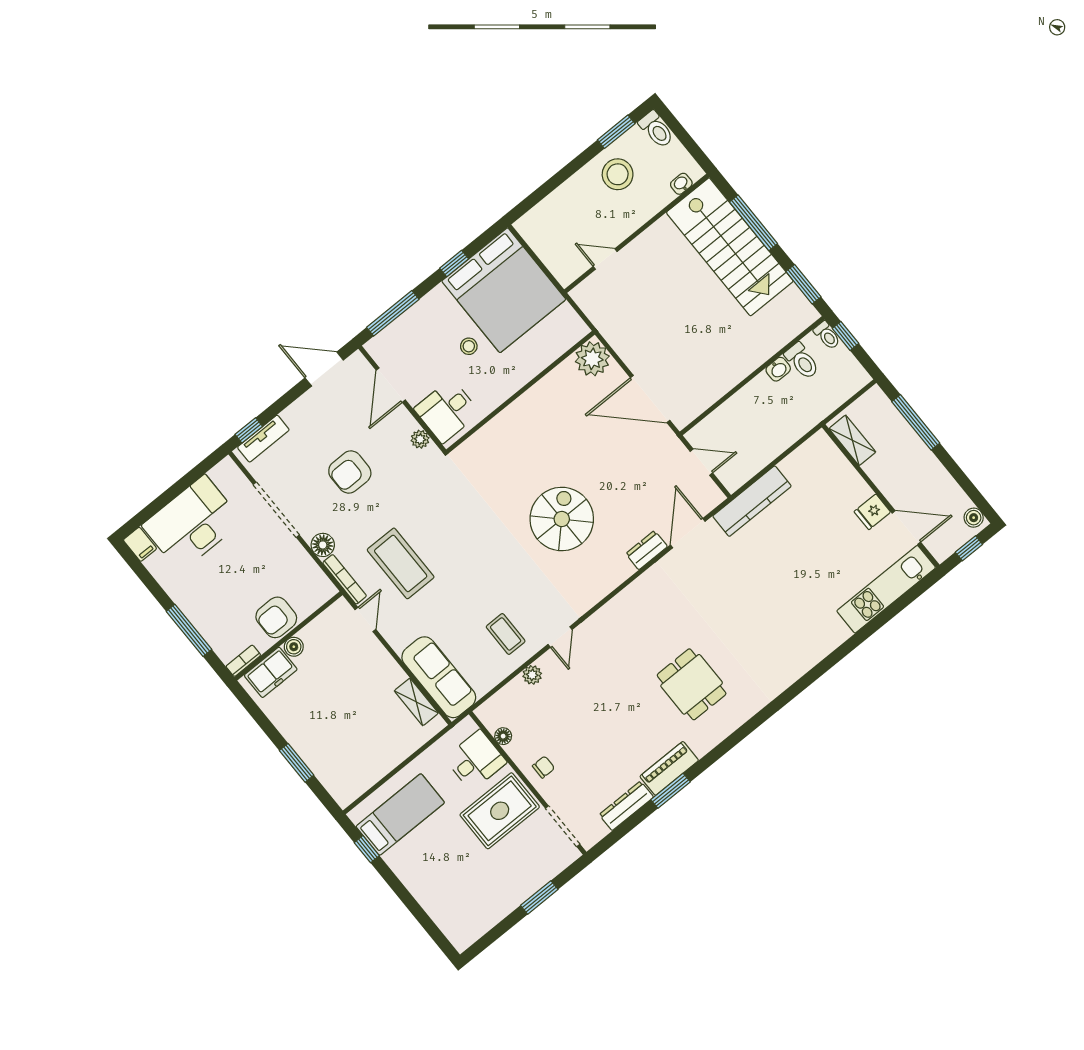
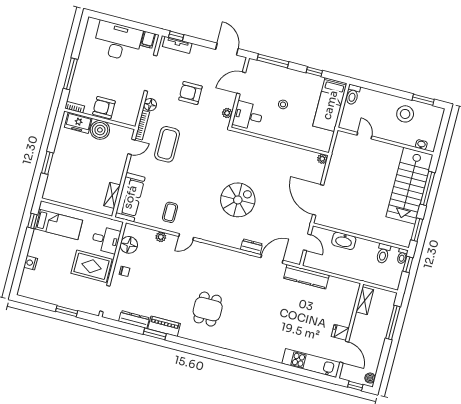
toilet: (656, 129) -> (353, 95), moved
bed: (504, 290) -> (330, 105), width x0.49
plant: (592, 359) -> (322, 159), width x0.53, depth x0.53
washbasin: (778, 369) -> (344, 241), moved, width x1.91, depth x1.45
filing cabinet: (140, 544) -> (148, 40), moved
boiler: (294, 647) -> (100, 130), width x1.86, depth x1.86
floor lamp: (503, 736) -> (129, 245), width x1.89, depth x1.89
nightstand: (427, 898) -> (31, 263), added

